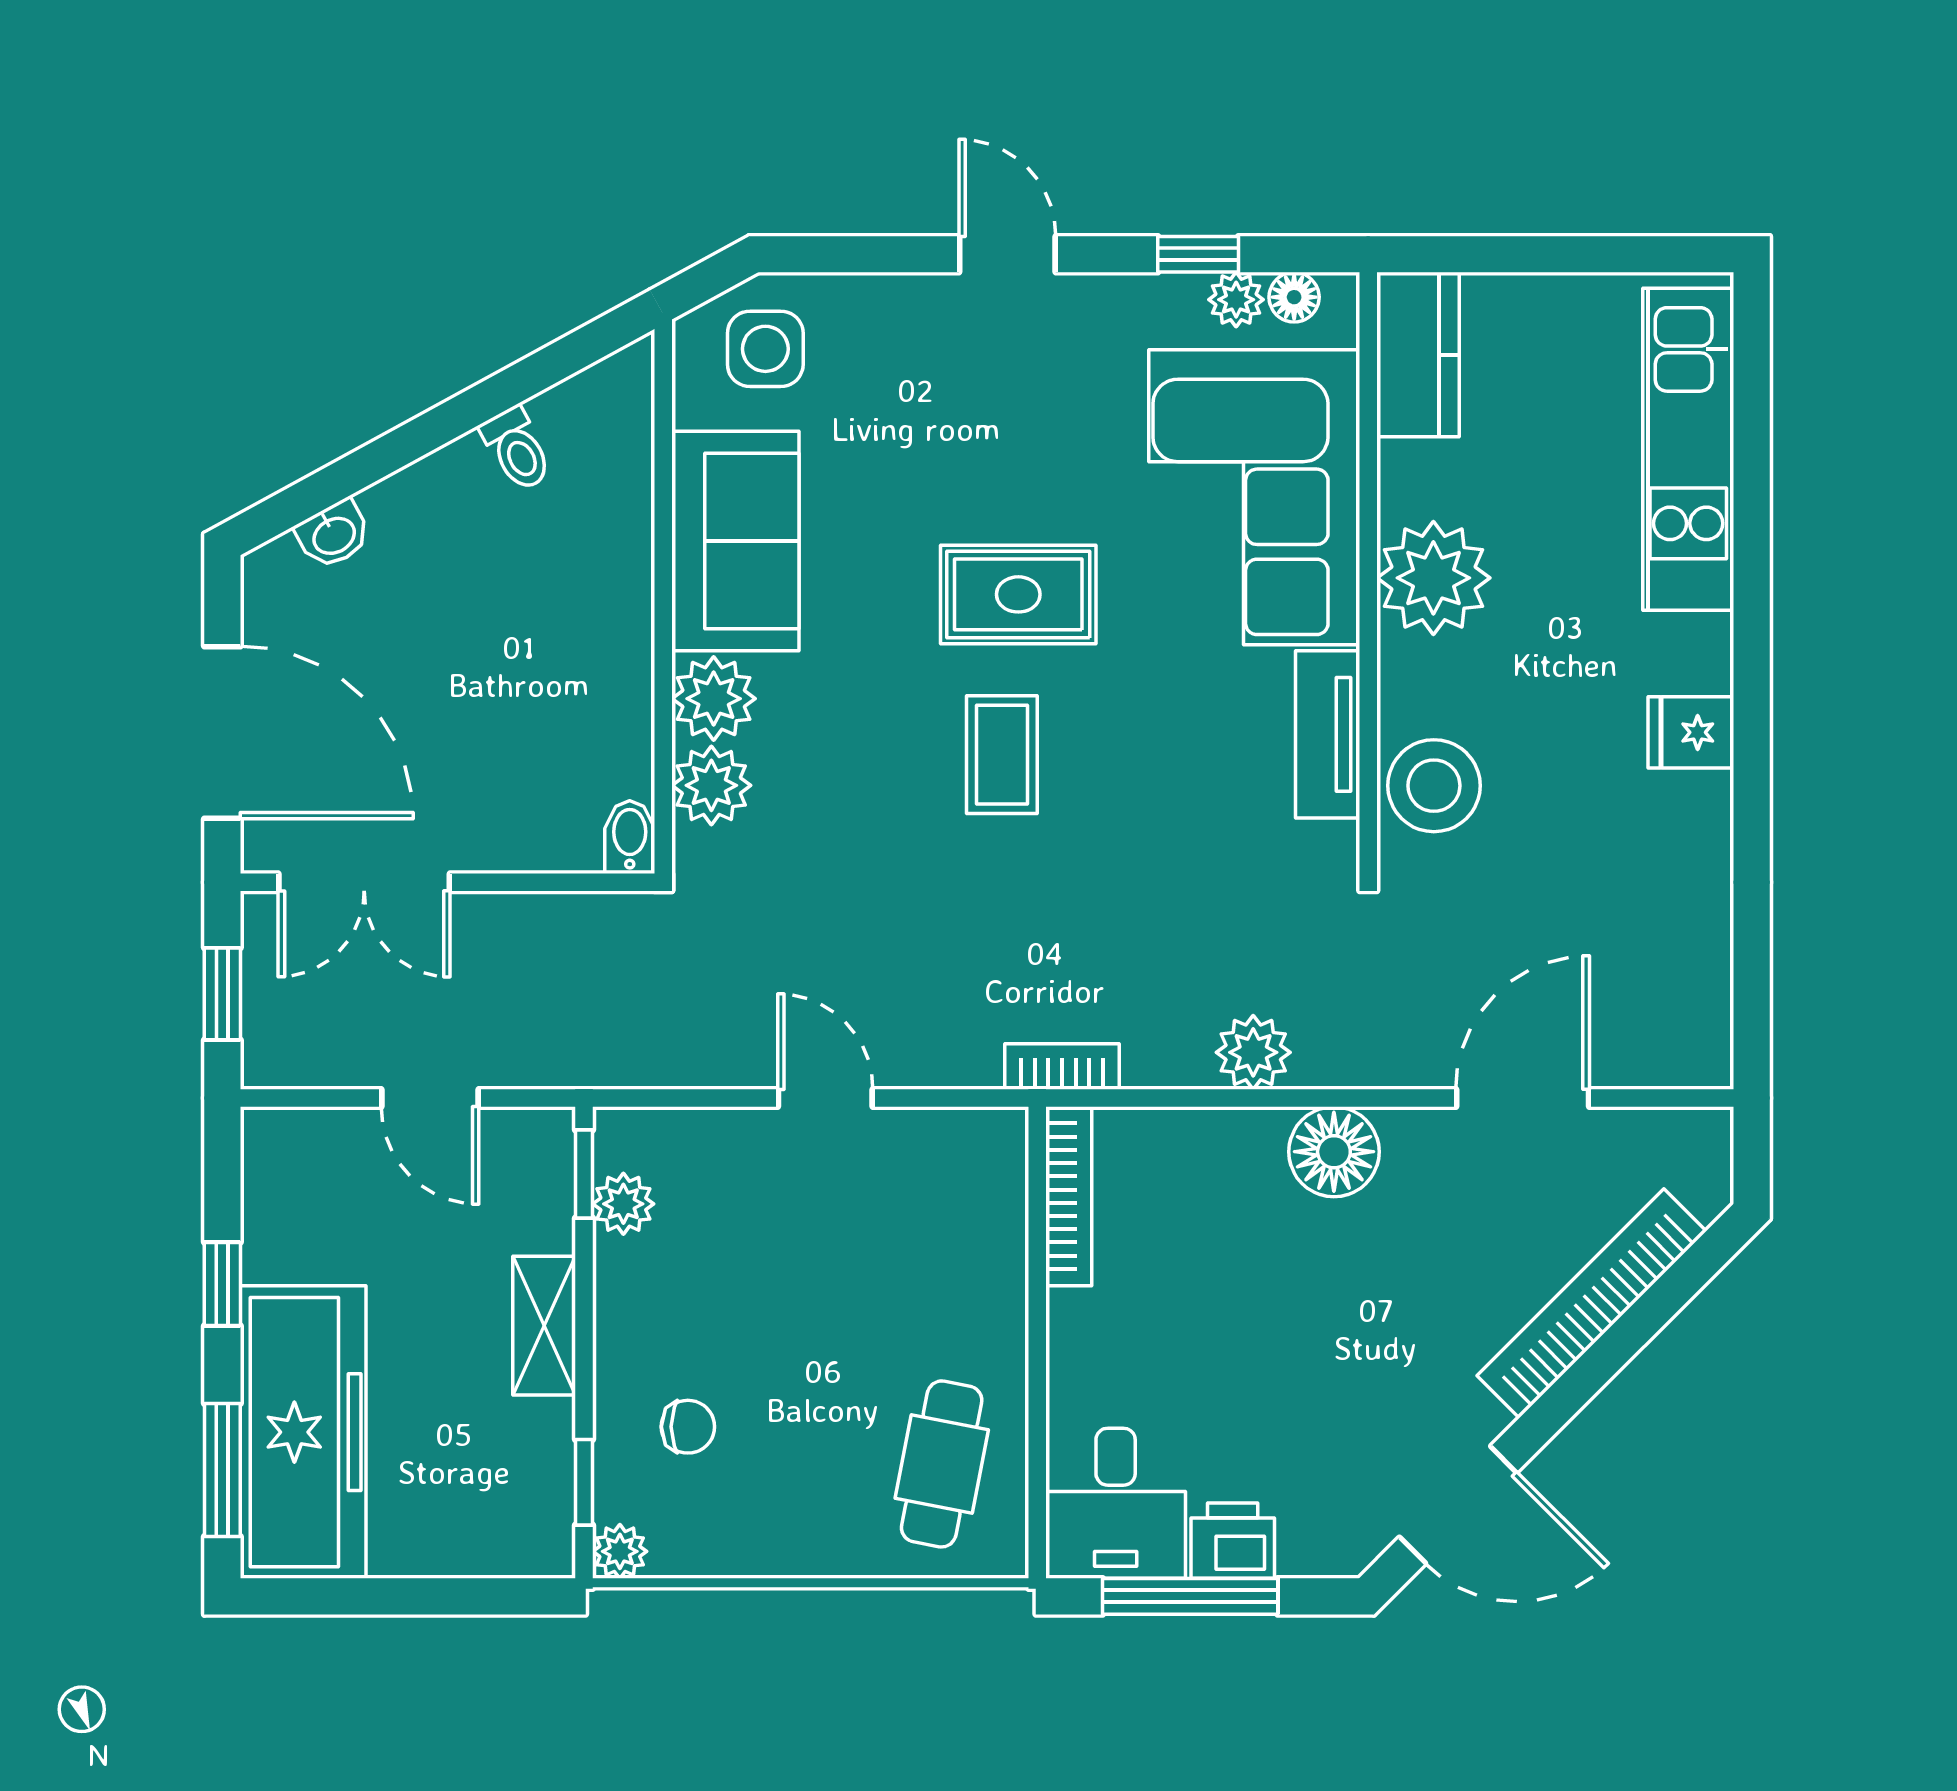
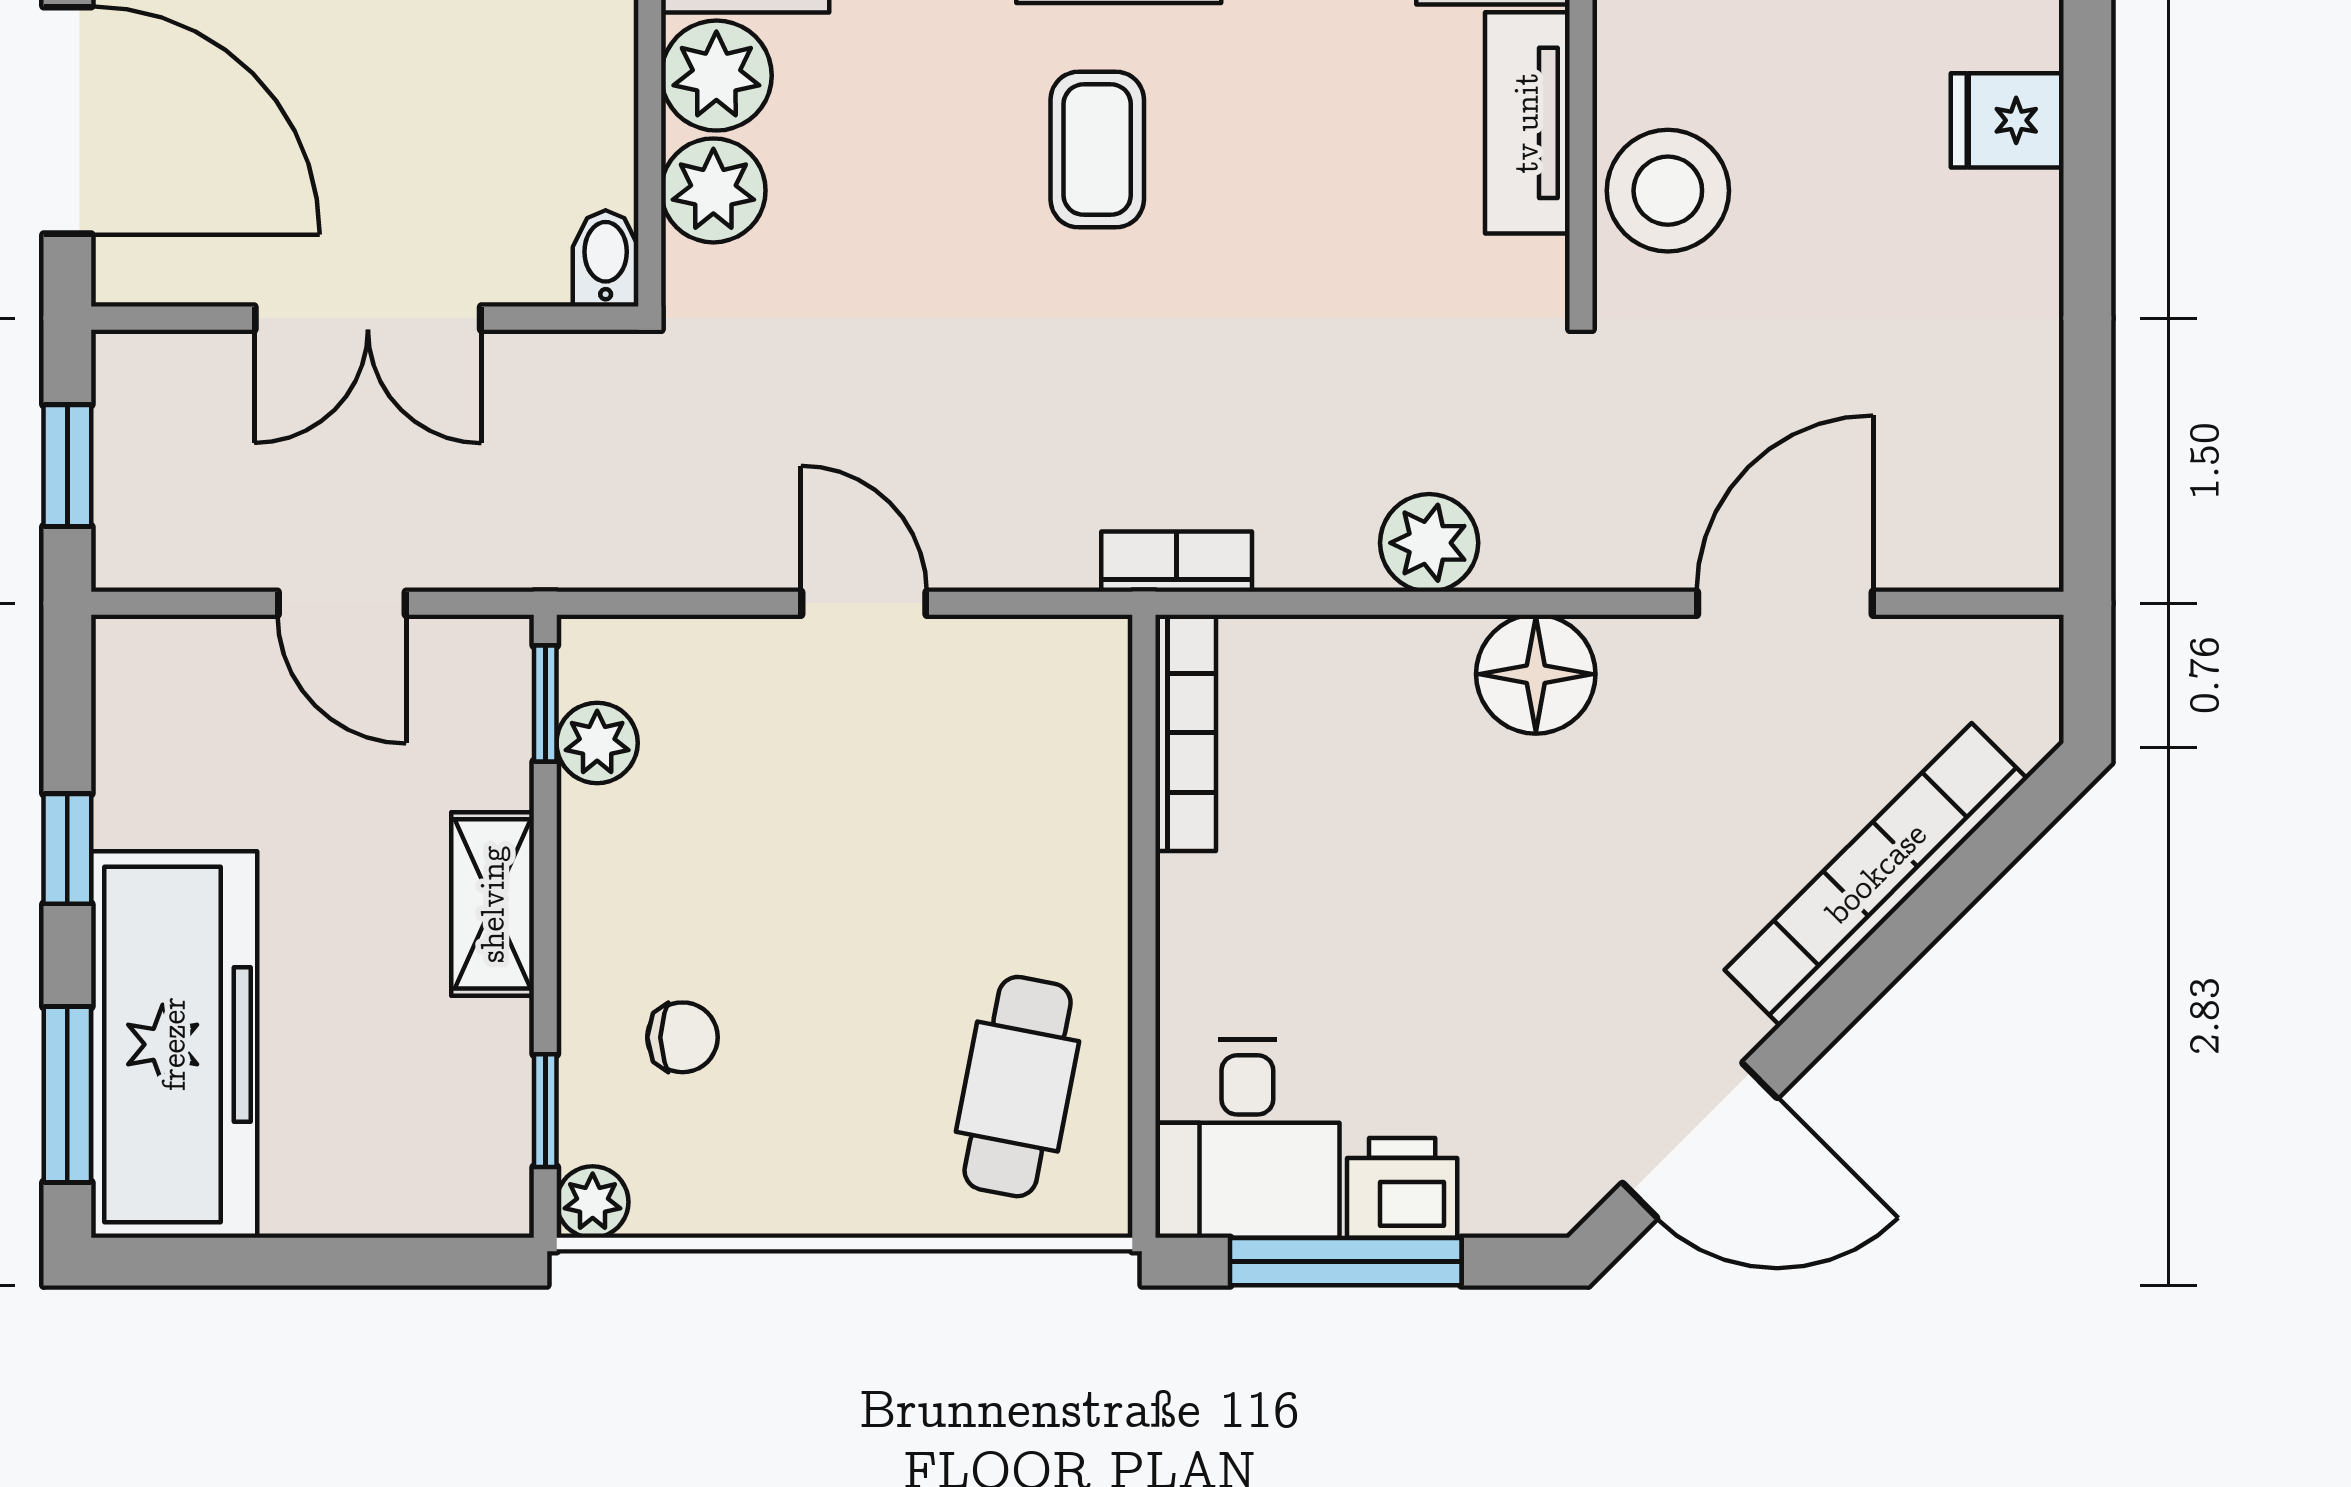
double door: (364, 882) -> (368, 318), moved

